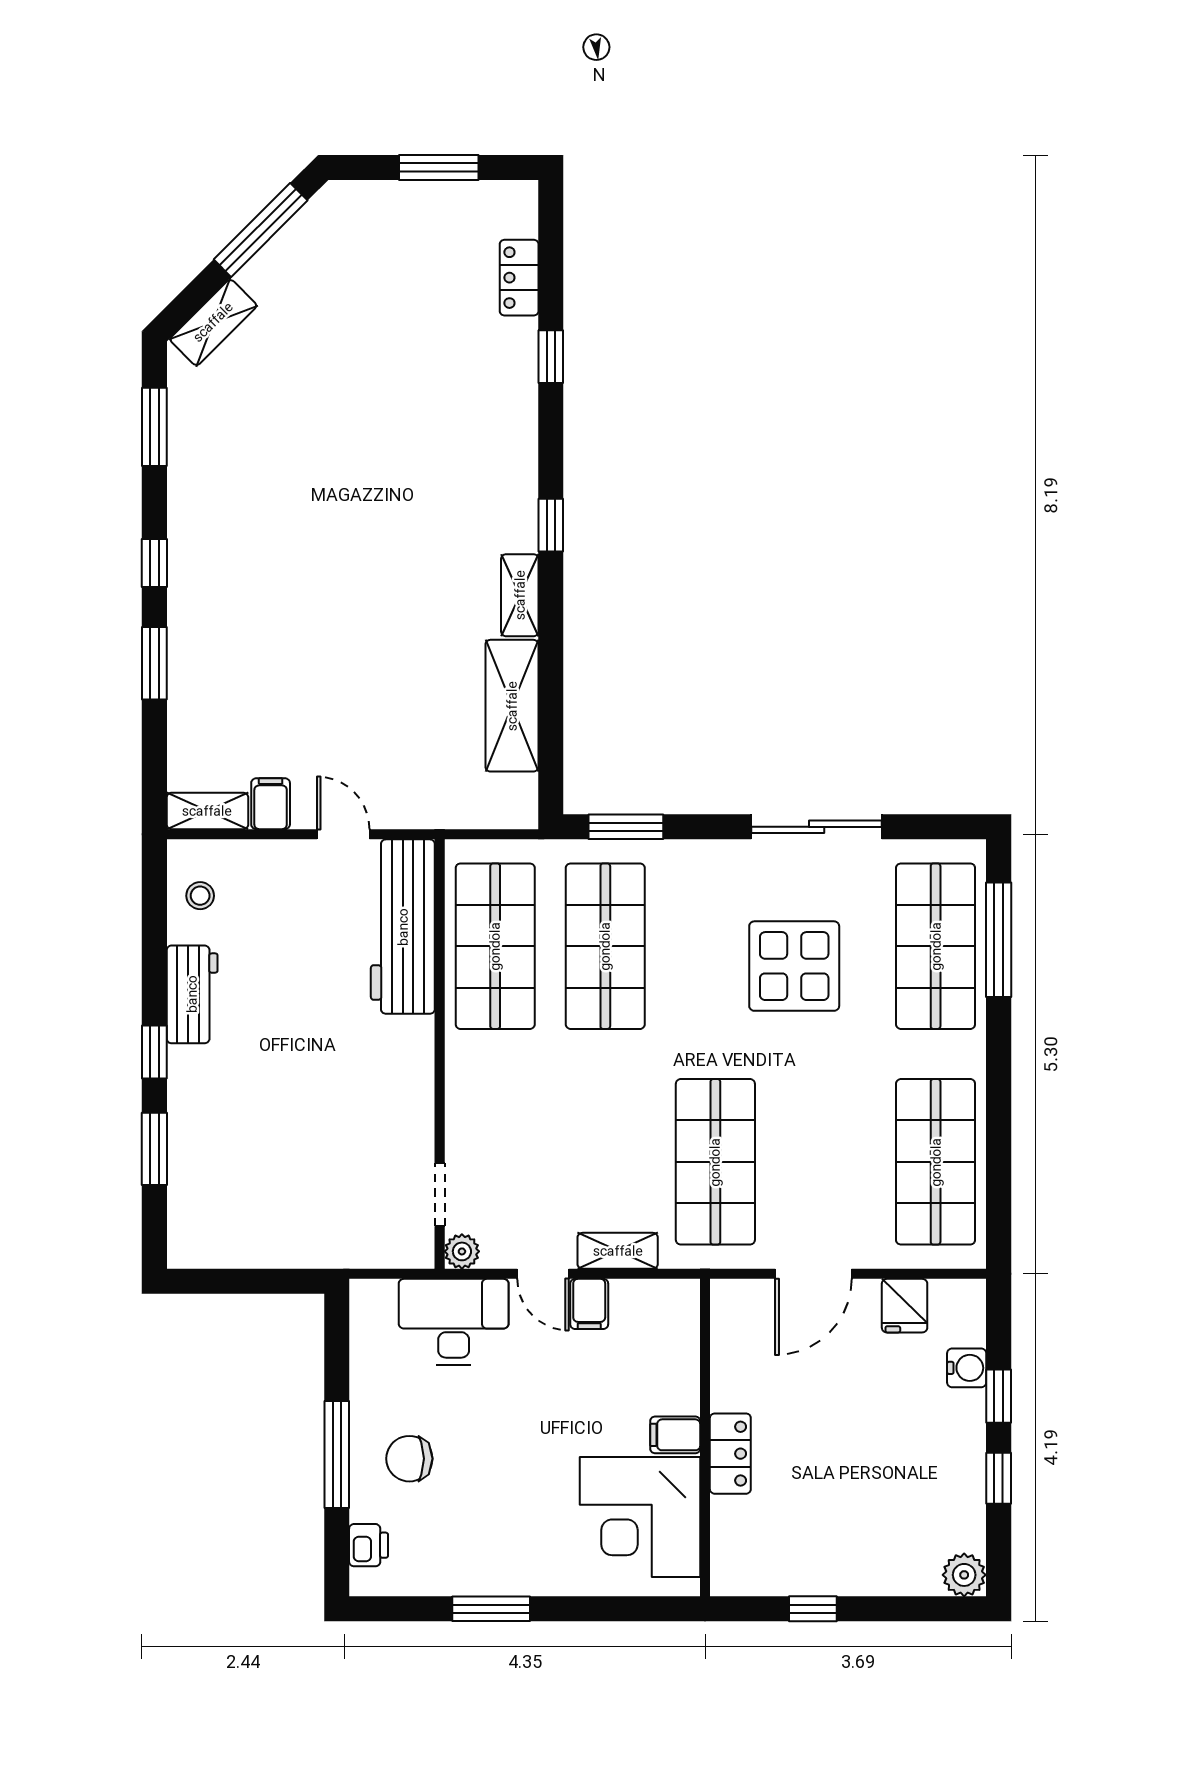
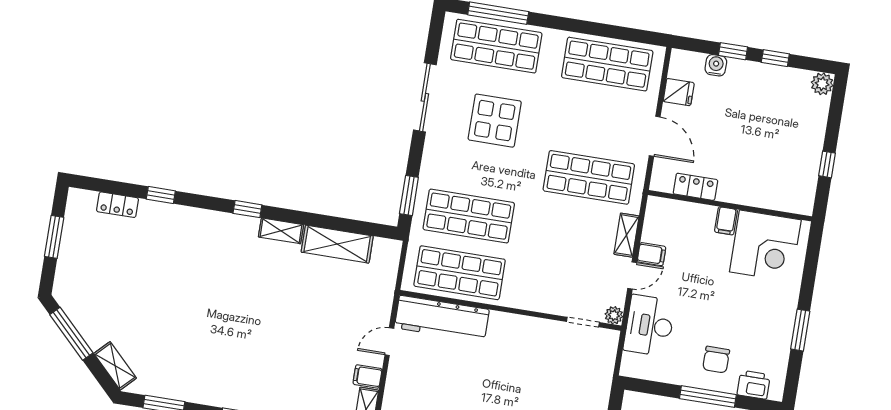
locker: (730, 1454) -> (695, 187), moved
printer: (369, 1545) -> (754, 385), width x1.36, depth x1.24

